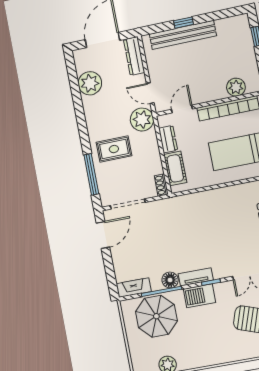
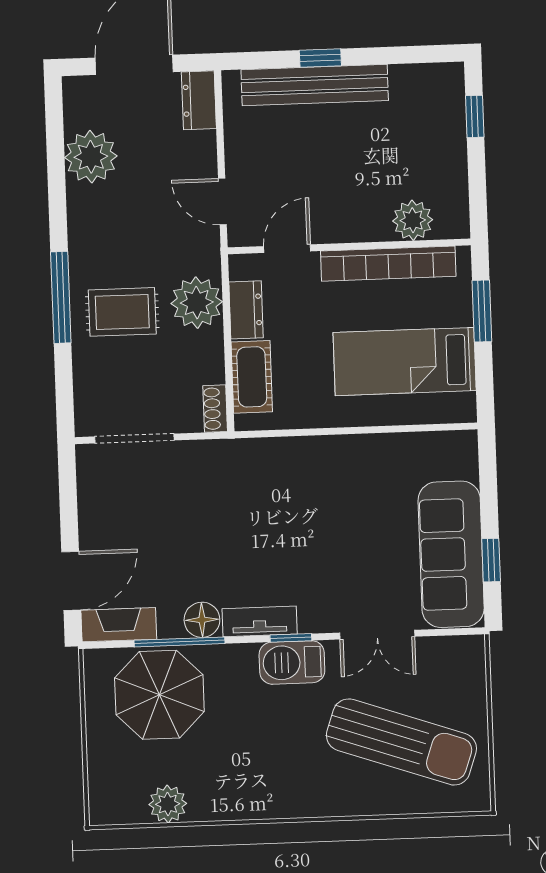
dresser: (134, 56) -> (199, 100), width x0.70
plant: (142, 120) -> (197, 303), moved
window: (91, 174) -> (61, 297), moved
door: (103, 235) -> (71, 581), moved
barbecue: (199, 296) -> (292, 662), moved

